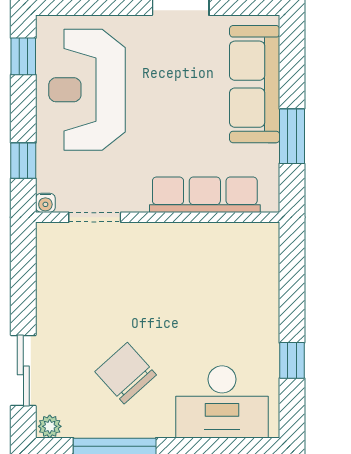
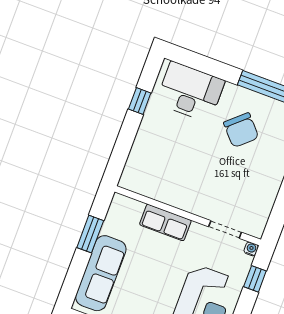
row of seats: (205, 195) -> (165, 222), width x0.68

